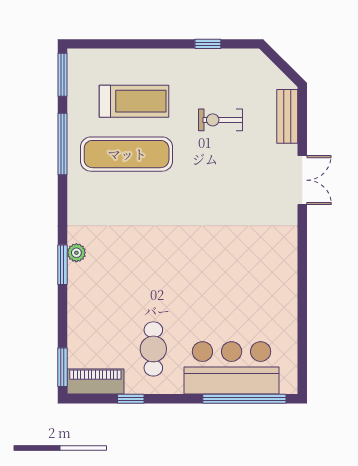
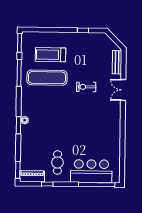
treadmill: (134, 101) -> (51, 55), turned 180
exercise bike: (221, 120) -> (86, 87), moved
double door: (302, 180) -> (123, 90), swing flipped

